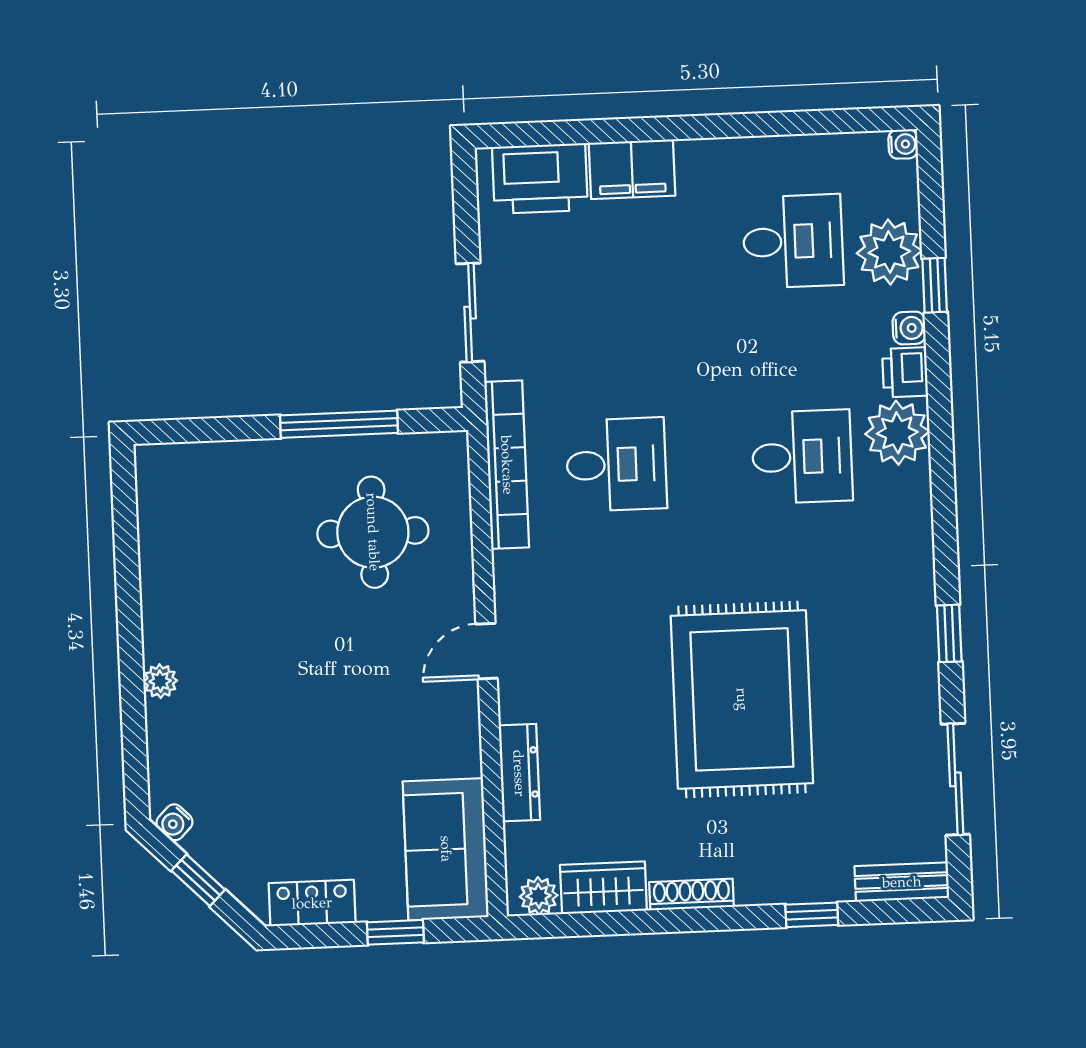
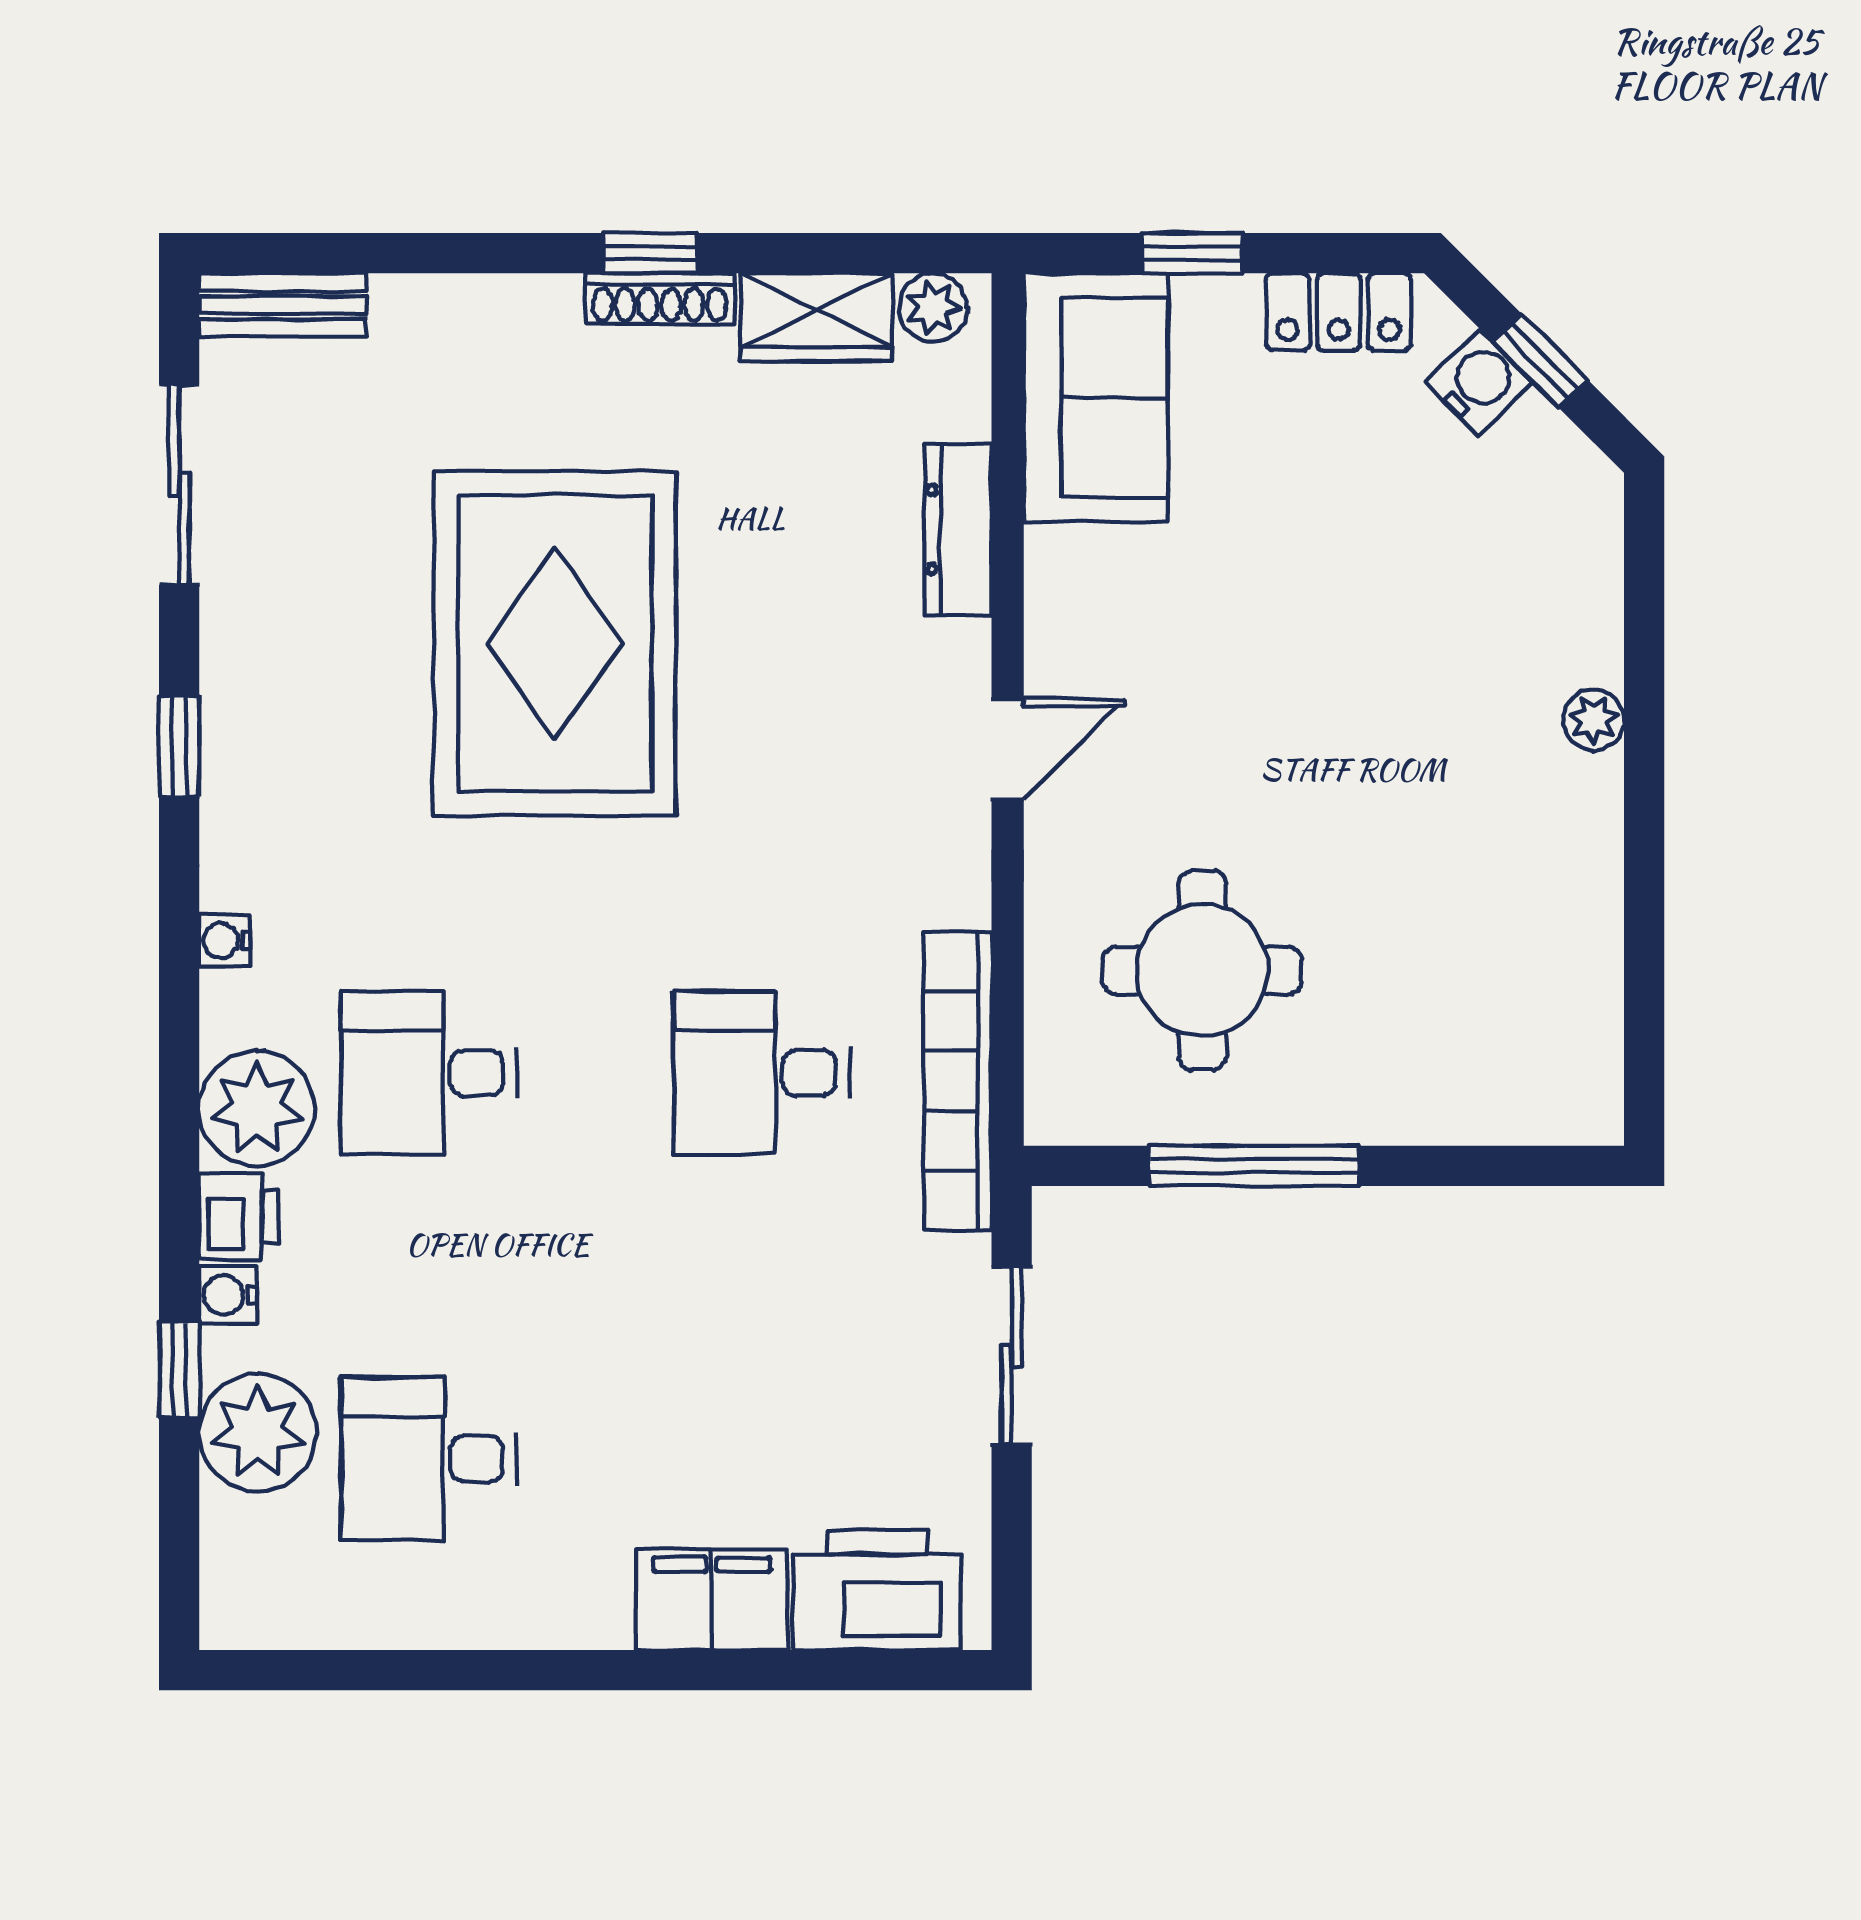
water cooler: (903, 144) -> (225, 941), moved
water cooler: (174, 822) -> (1479, 382), moved, width x1.38, depth x1.38
window: (812, 915) -> (650, 253), moved

